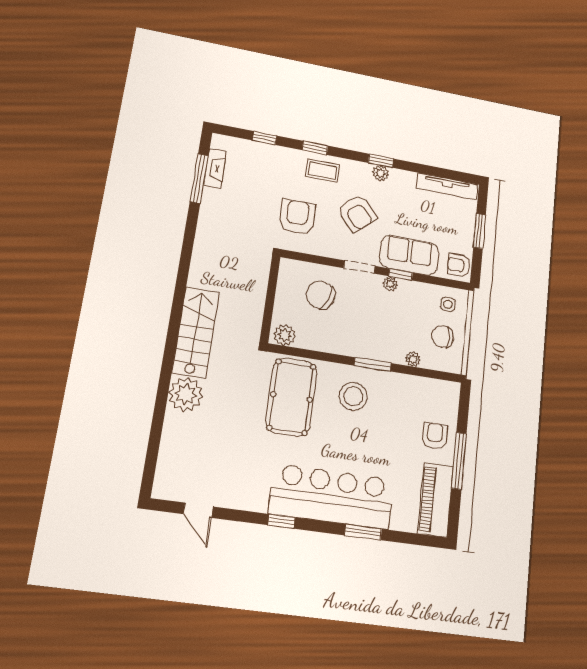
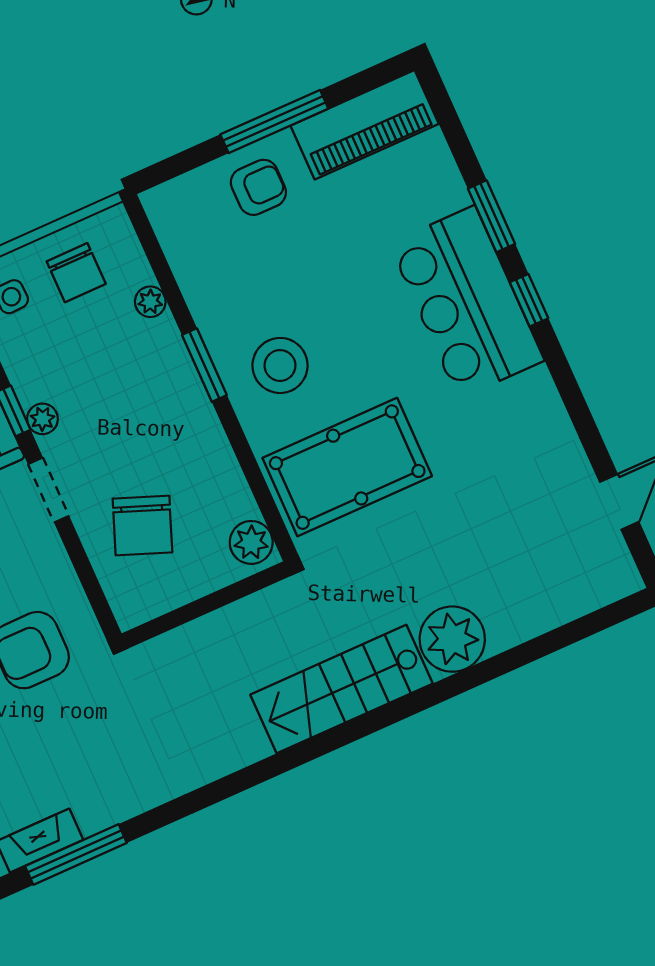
armchair: (435, 436) -> (258, 187), turned 180
bar counter: (332, 496) -> (467, 302), width x0.73
window: (282, 521) -> (529, 300), moved

